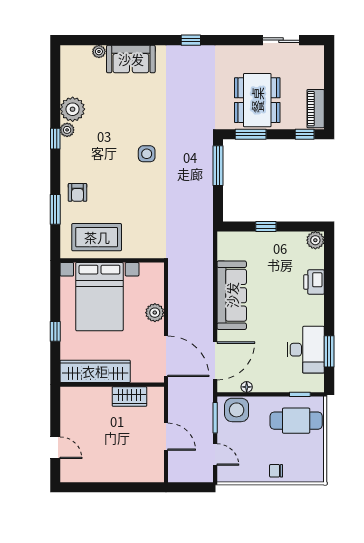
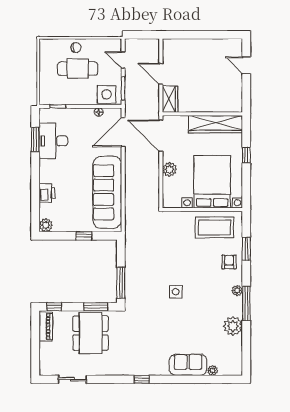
plant: (67, 130) -> (237, 290), moved
window: (55, 139) -> (246, 303), width x2.17
sofa: (232, 295) -> (107, 192), width x1.36, depth x1.27
wardrobe: (129, 397) -> (170, 99), moved, turned 90
cafe table: (296, 421) -> (78, 69), moved

